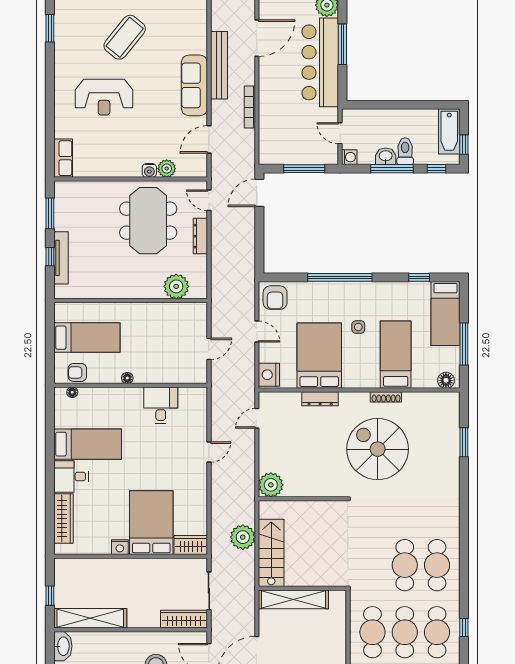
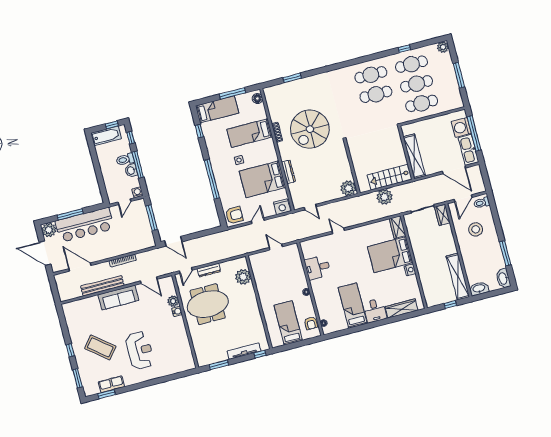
row of seats: (63, 158) -> (111, 384), moved
window: (50, 257) -> (260, 354), moved
wardrobe: (184, 619) -> (442, 215), width x0.67

